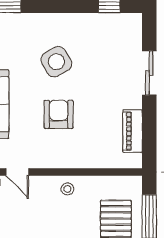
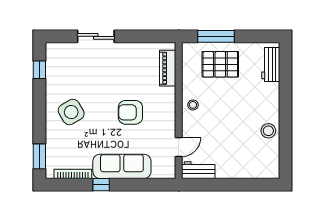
side table: (56, 62) -> (71, 112), moved
piano: (132, 131) -> (168, 68), moved, turned 90

